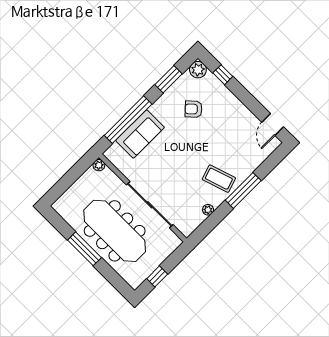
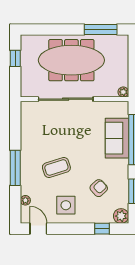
side table: (233, 121) -> (66, 205), added
coffee table: (219, 179) -> (56, 168), moved
plant: (208, 210) -> (25, 200), moved
window: (84, 249) -> (101, 30), moved

